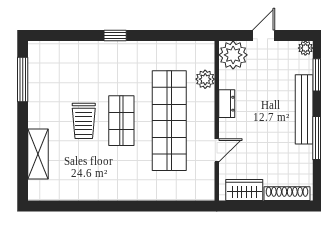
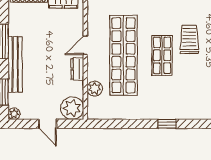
door: (264, 35) -> (48, 124), hinge flipped
trolley: (84, 121) -> (189, 39), moved
door: (217, 150) -> (85, 45), moved

